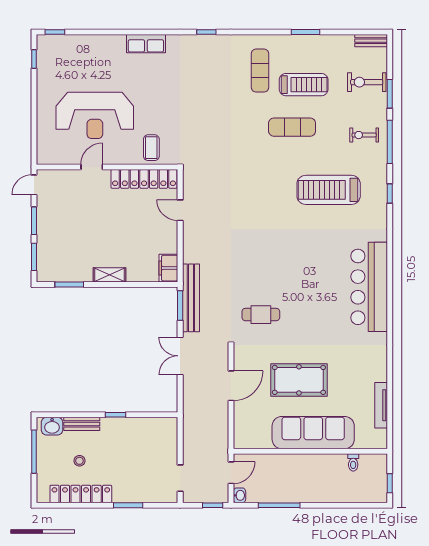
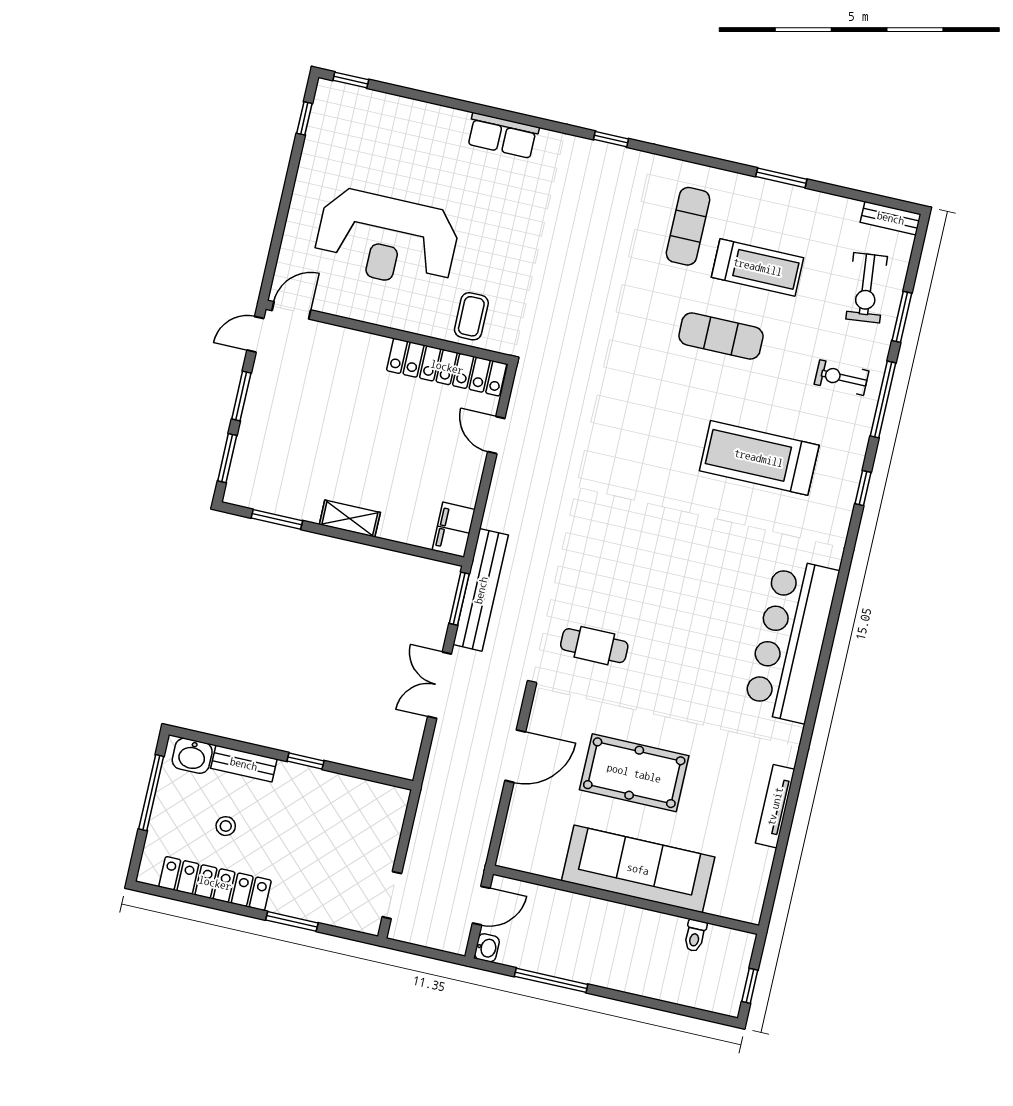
exercise bike: (367, 82) -> (867, 288), turned -96
door: (92, 167) -> (291, 310), moved
tv unit: (381, 405) -> (775, 806), moved
window: (213, 505) -> (437, 954), removed

